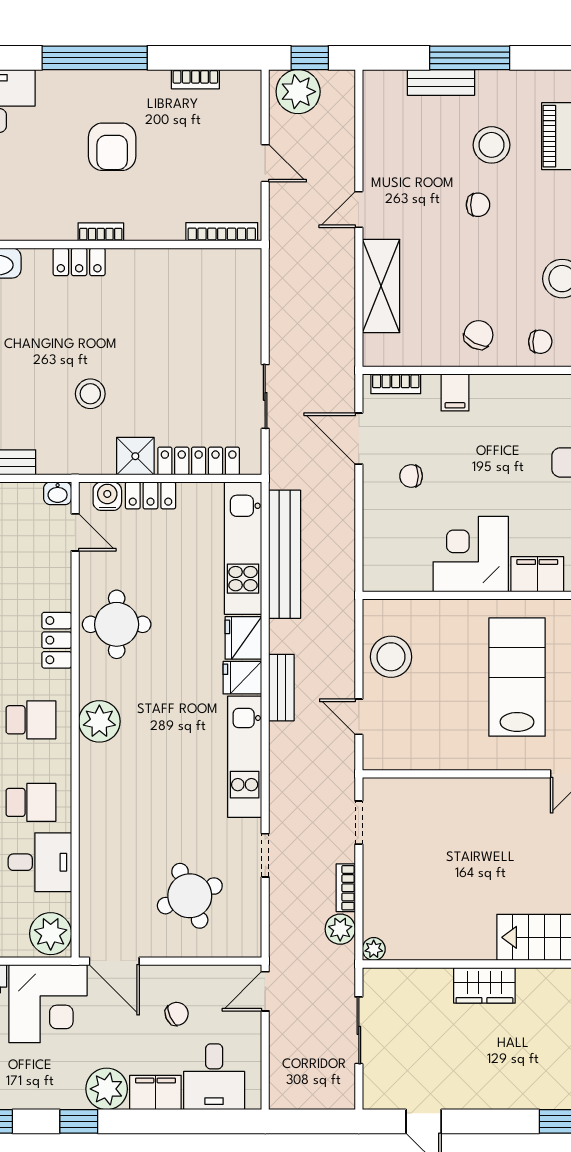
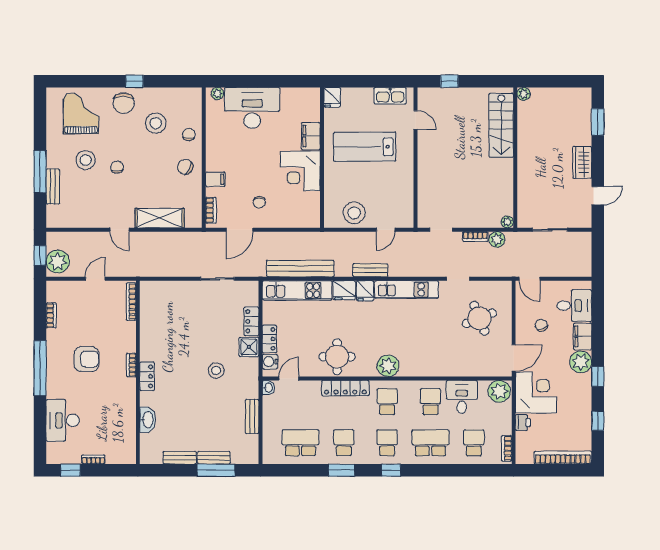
locker: (199, 461) -> (251, 321), width x0.66
locker: (57, 640) -> (345, 388), width x1.53
wardrobe: (484, 985) -> (582, 162), moved, turned 180

